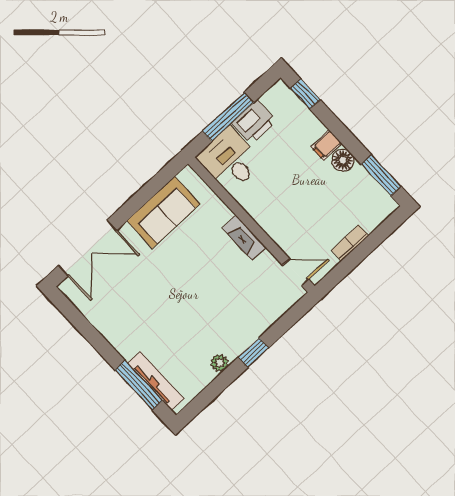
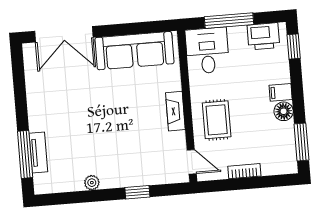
printer: (254, 122) -> (263, 36), moved
sofa: (164, 212) -> (134, 51), width x1.36
rug: (288, 216) -> (217, 120), added
window: (253, 353) -> (137, 192), moved
tv unit: (156, 381) -> (38, 153), width x0.71

